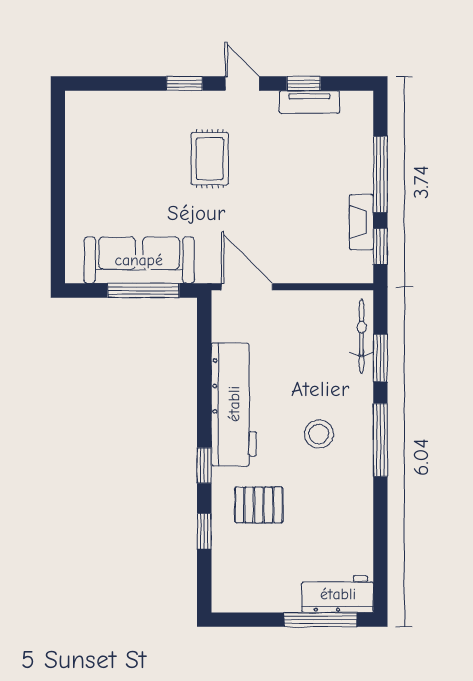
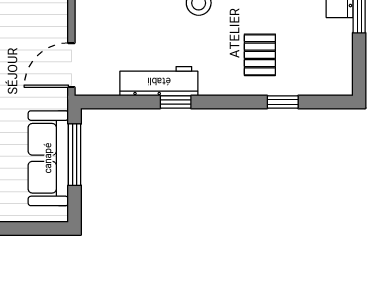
workbench: (234, 404) -> (159, 81), width x0.73, depth x0.76
window: (204, 465) -> (176, 102), moved

